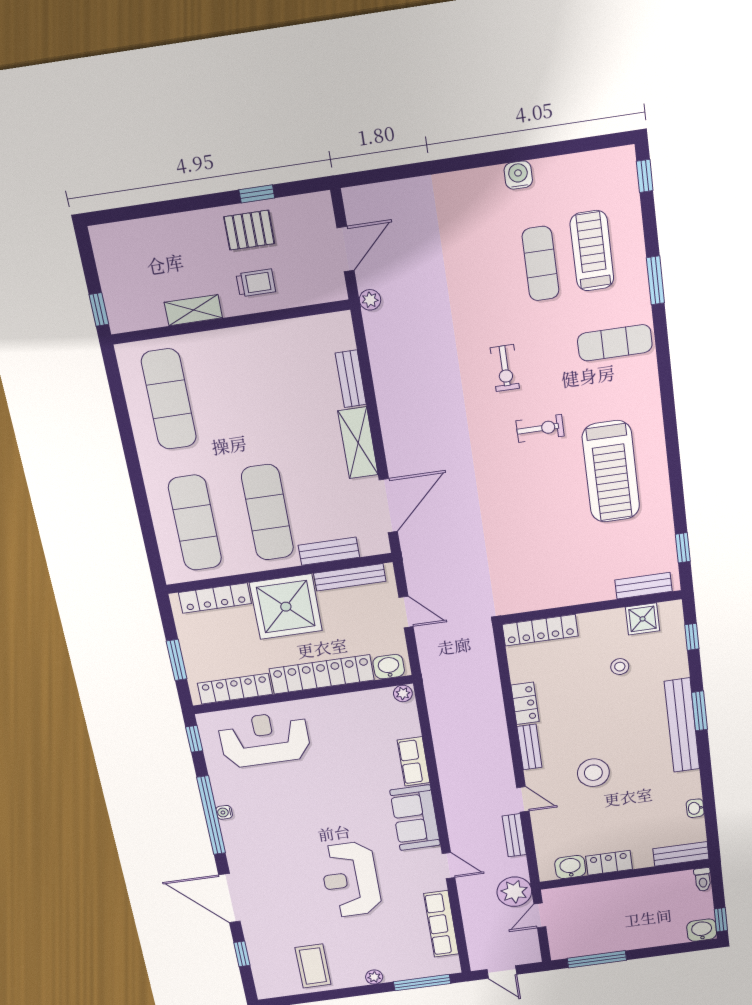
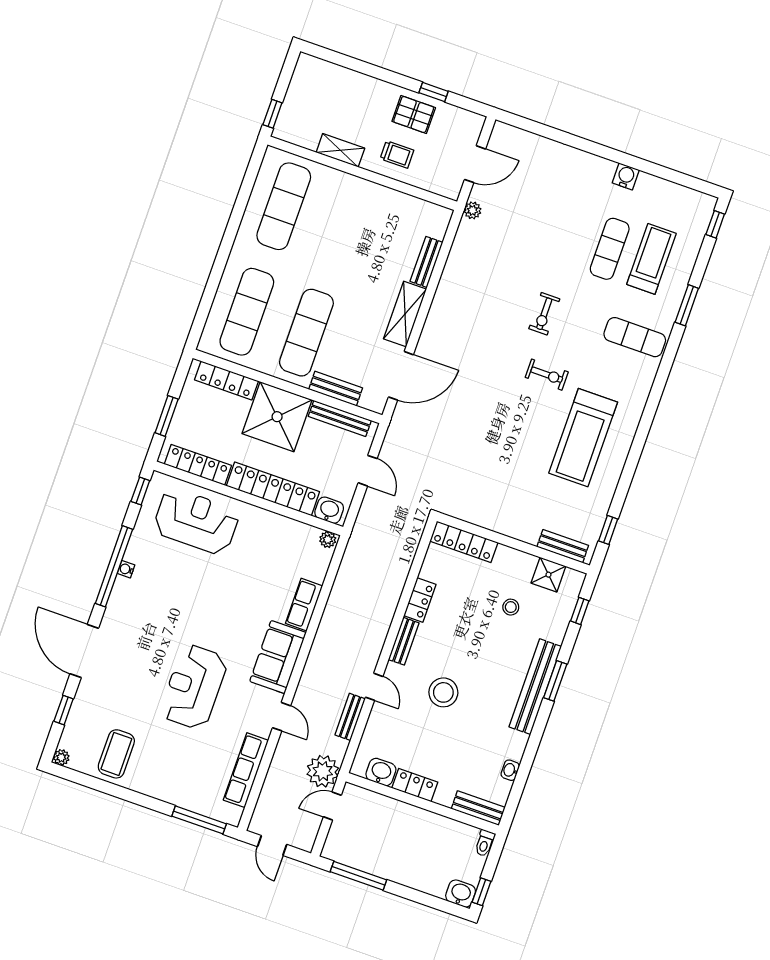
plant: (374, 977) -> (61, 757), moved

